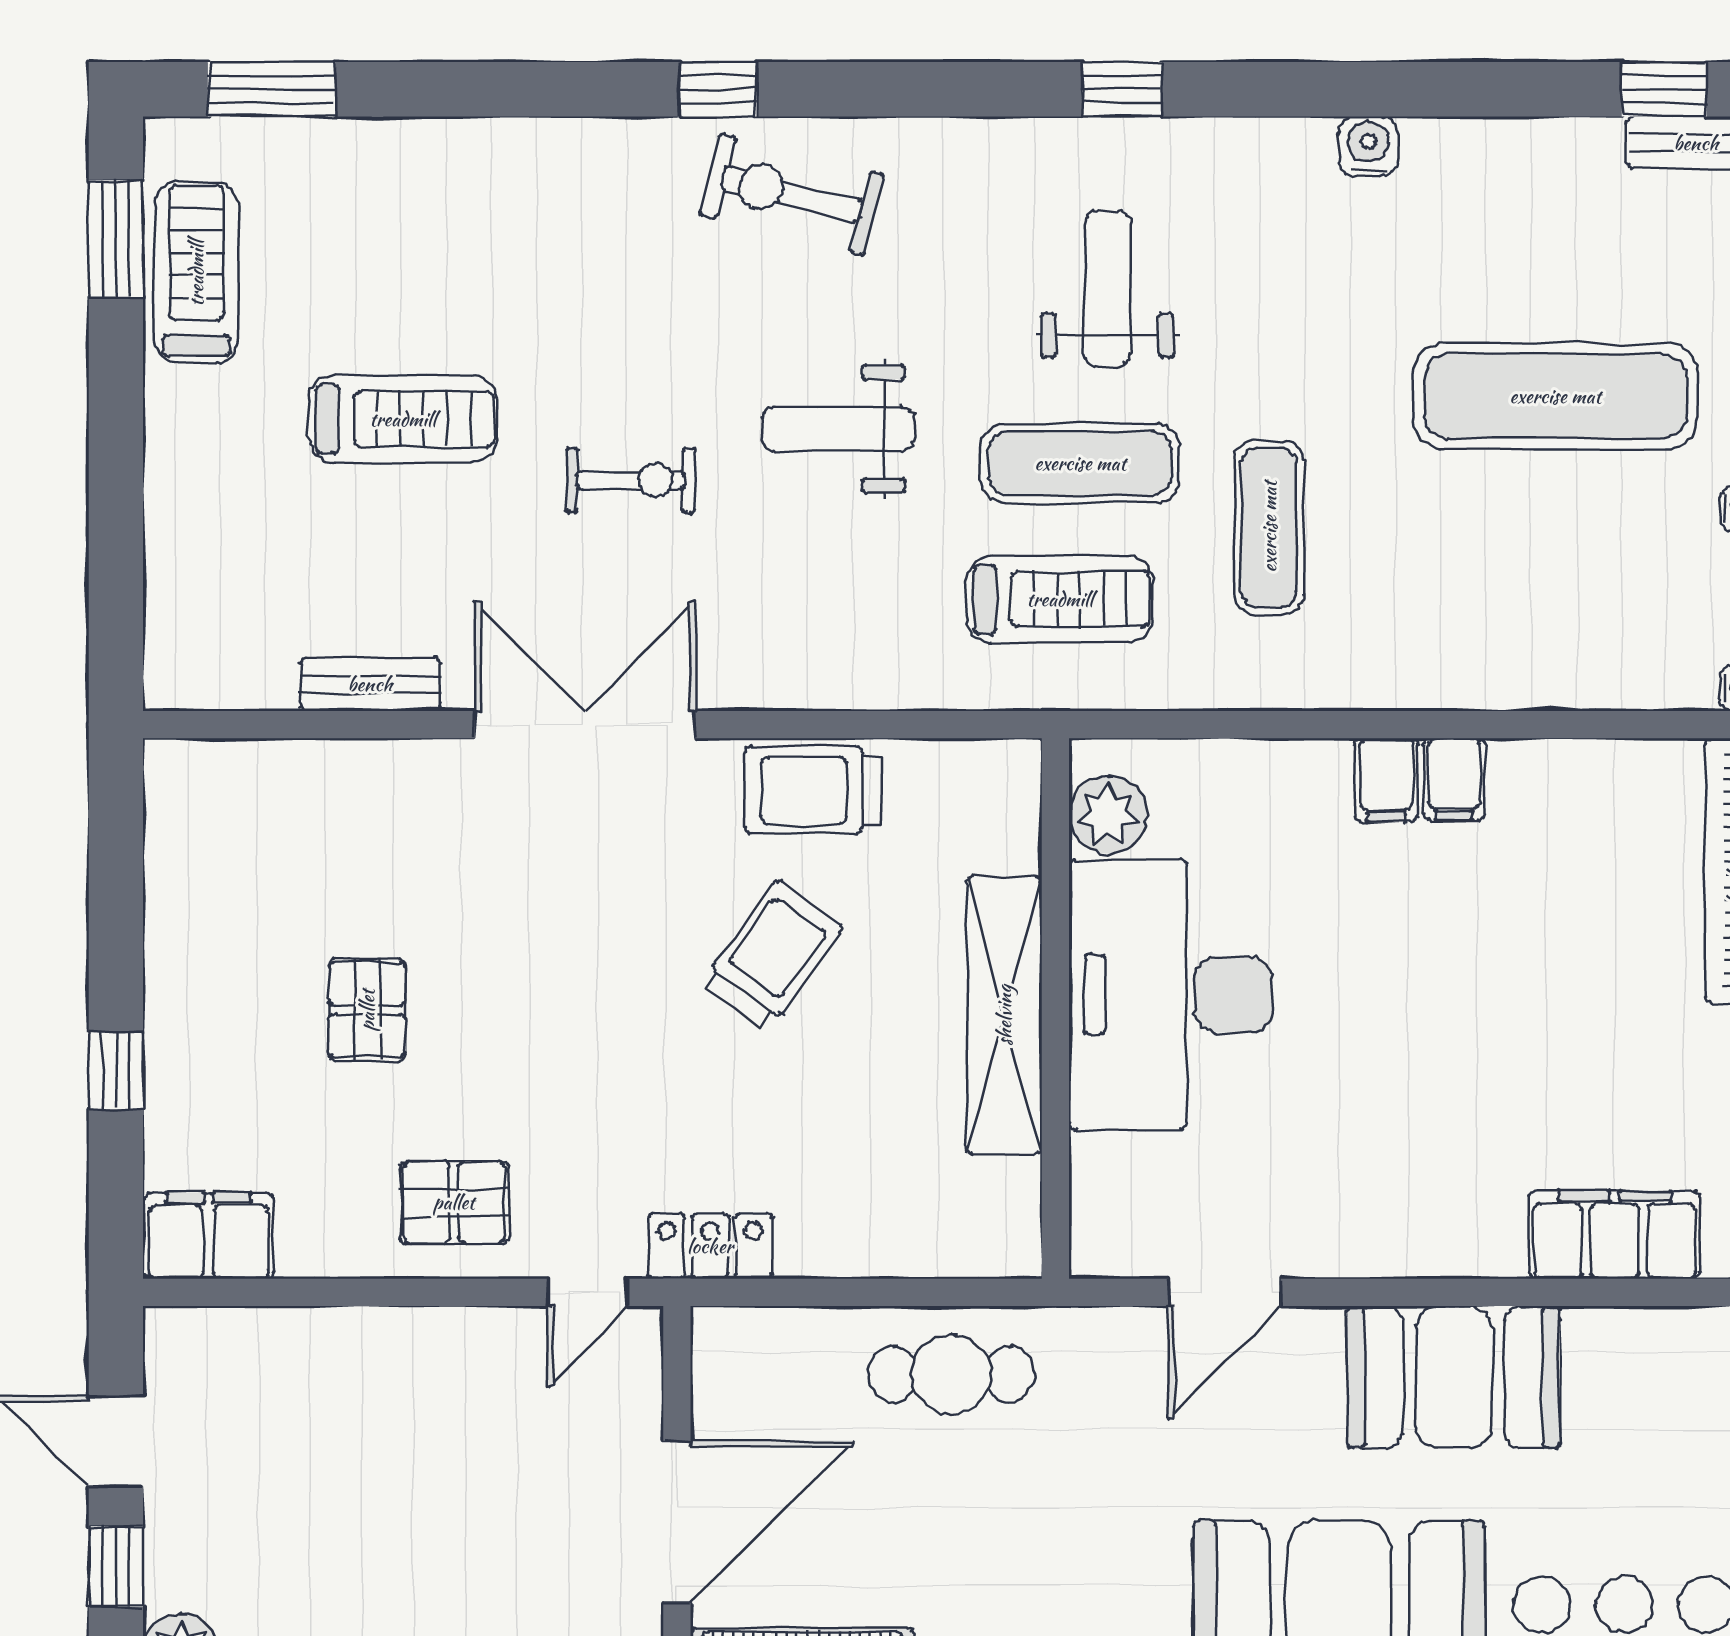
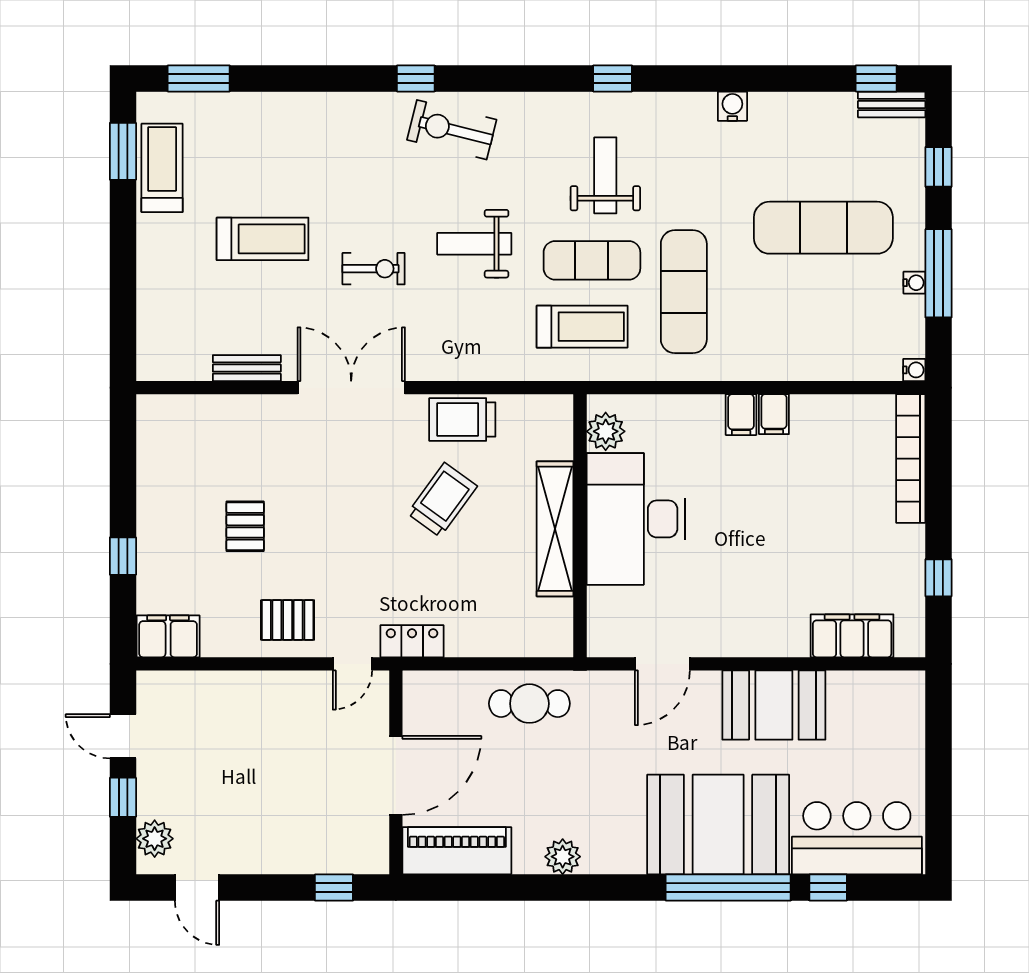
exercise mat: (1269, 527) -> (684, 292), width x1.36, depth x1.45

